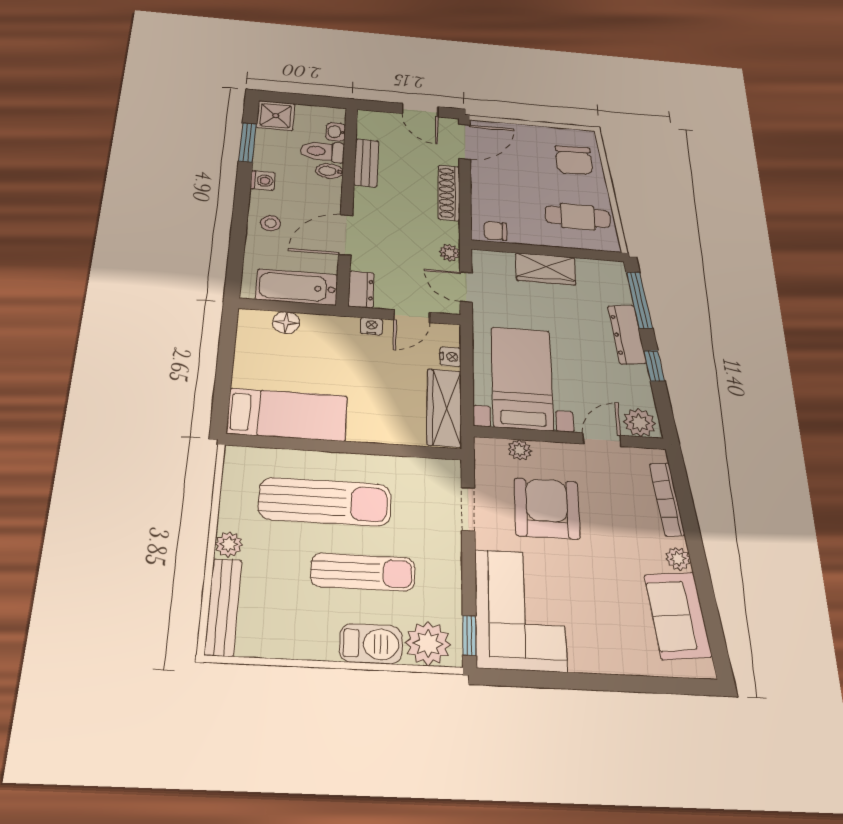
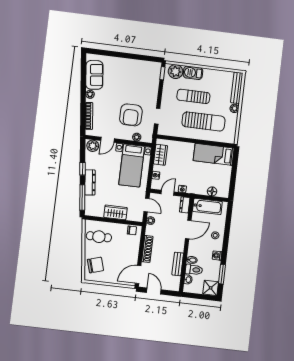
chair: (574, 160) -> (95, 265), turned 75
wardrobe: (444, 408) -> (160, 155), width x0.67
sun lounger: (325, 502) -> (203, 121), turned 180
corner sofa: (520, 610) -> (145, 80), removed

